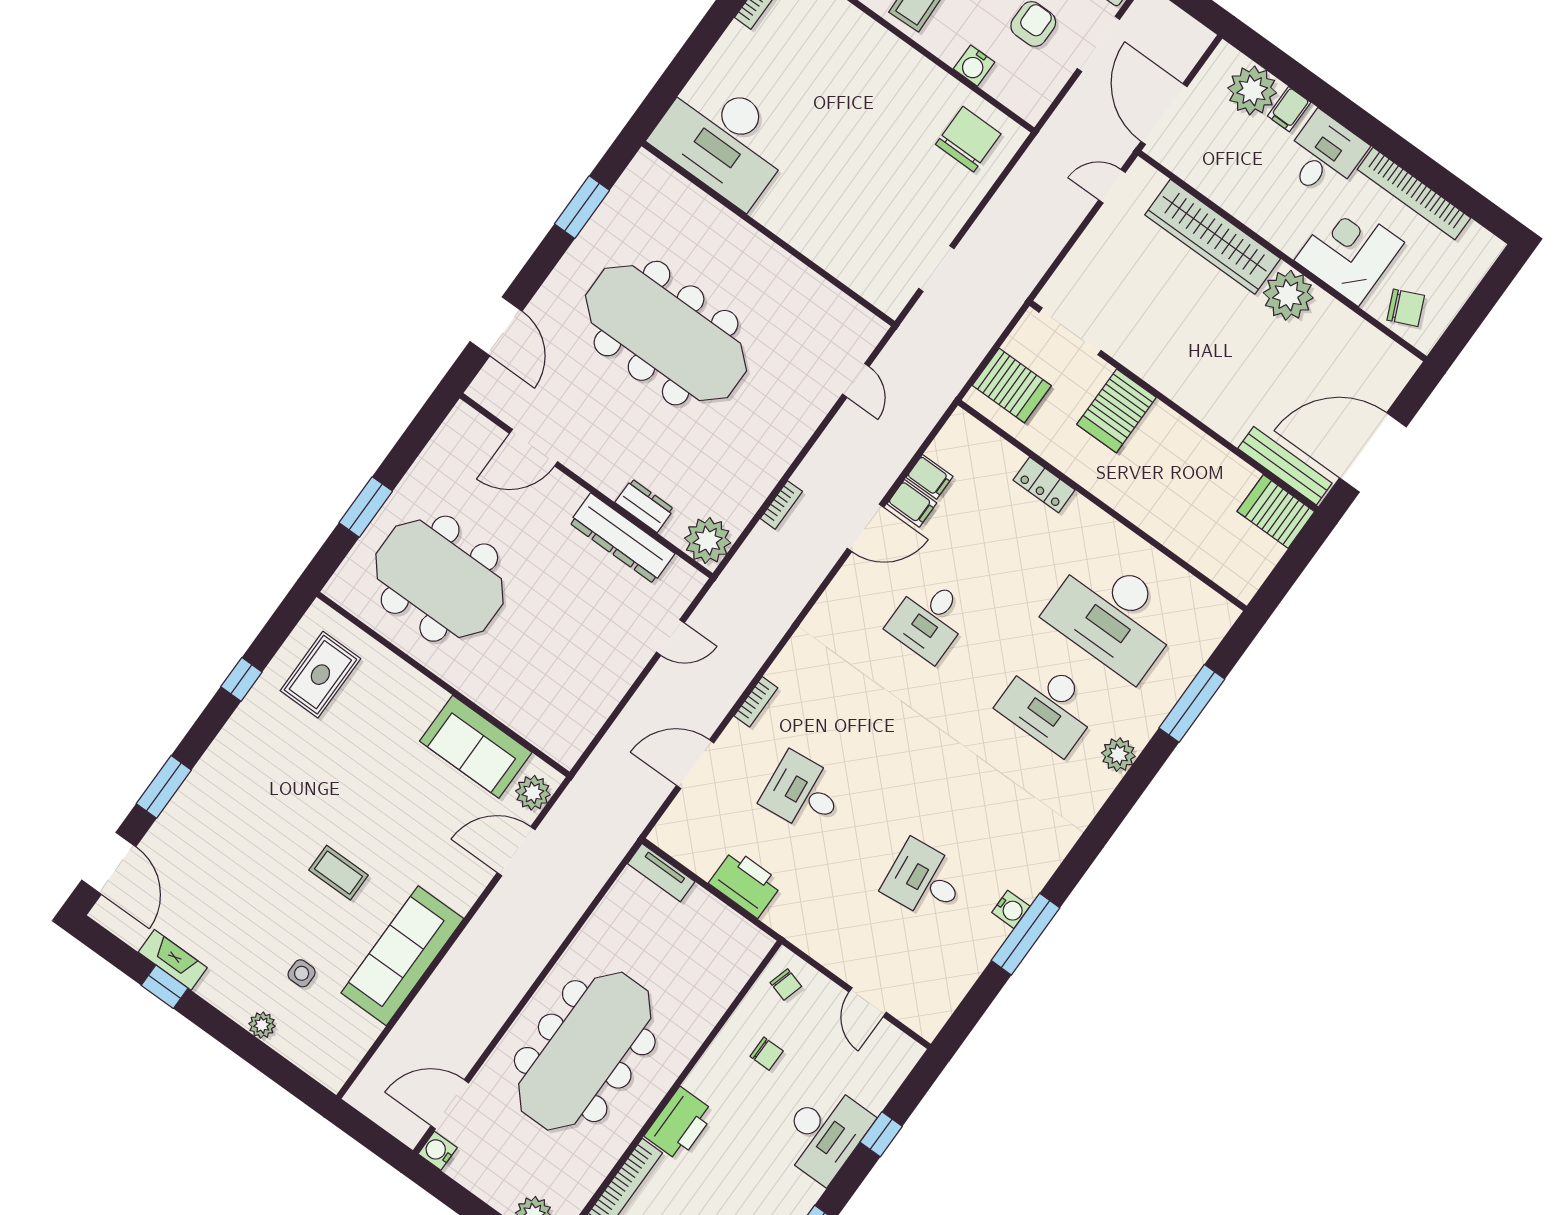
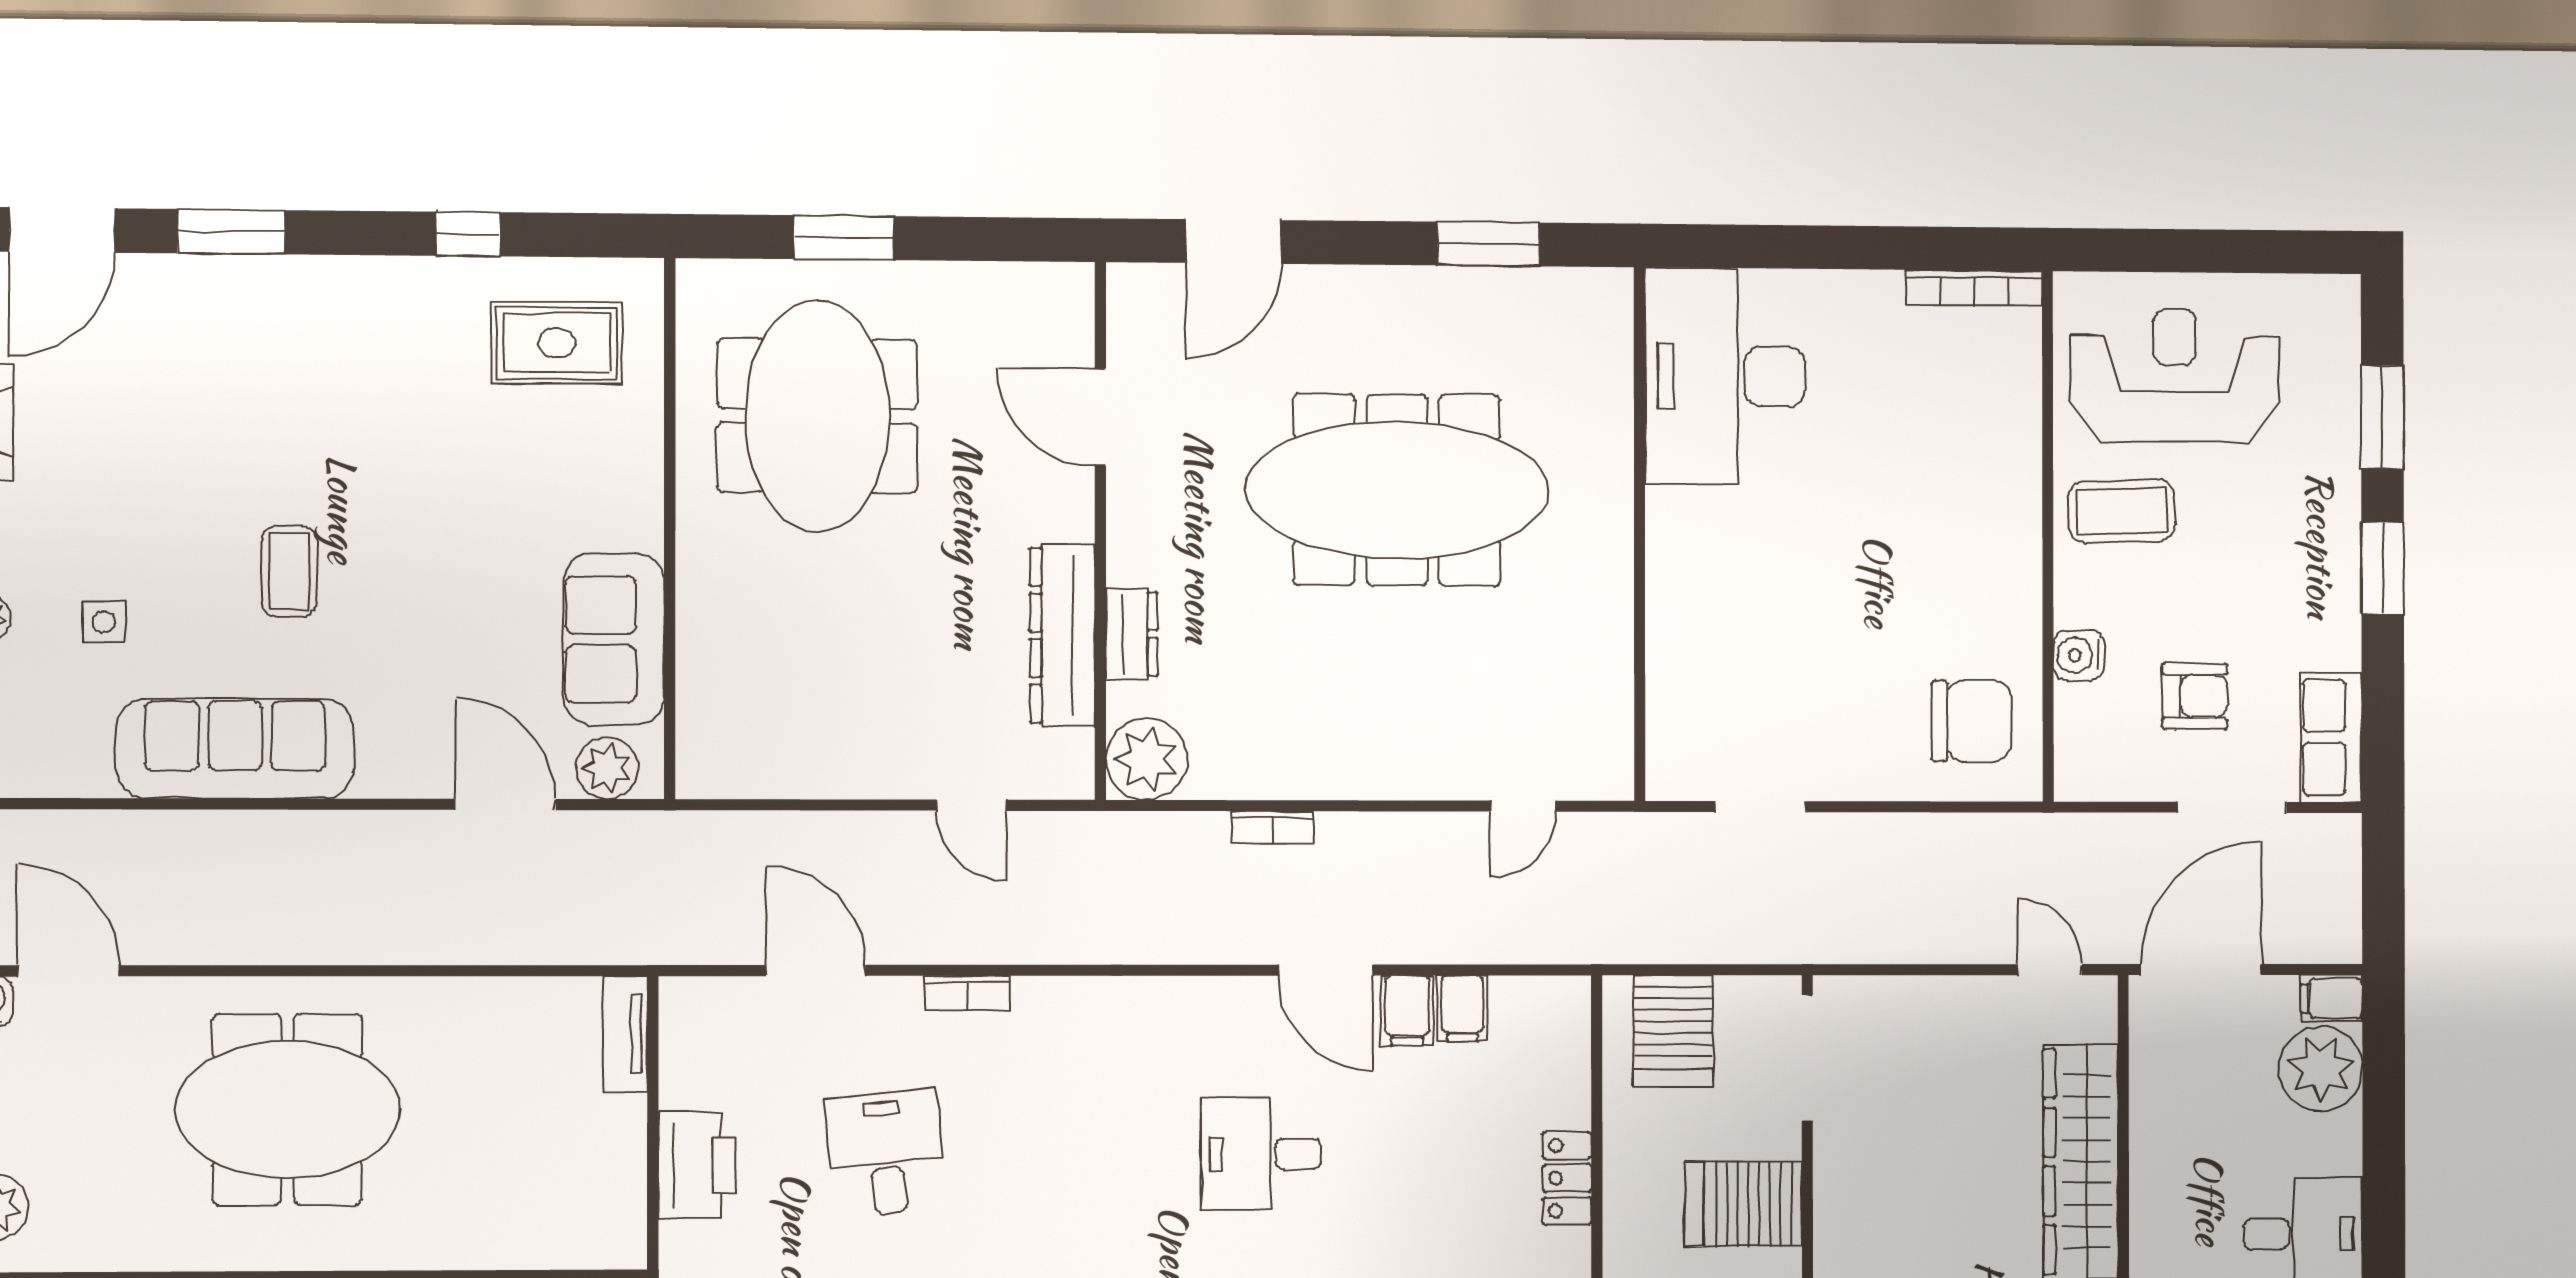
filing cabinet: (1289, 109) -> (2332, 998), moved
meeting table: (666, 333) -> (1397, 490), turned 90
meeting table: (585, 1051) -> (287, 1109), width x0.73

